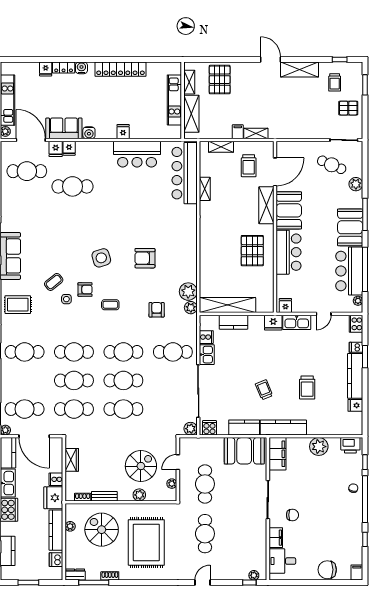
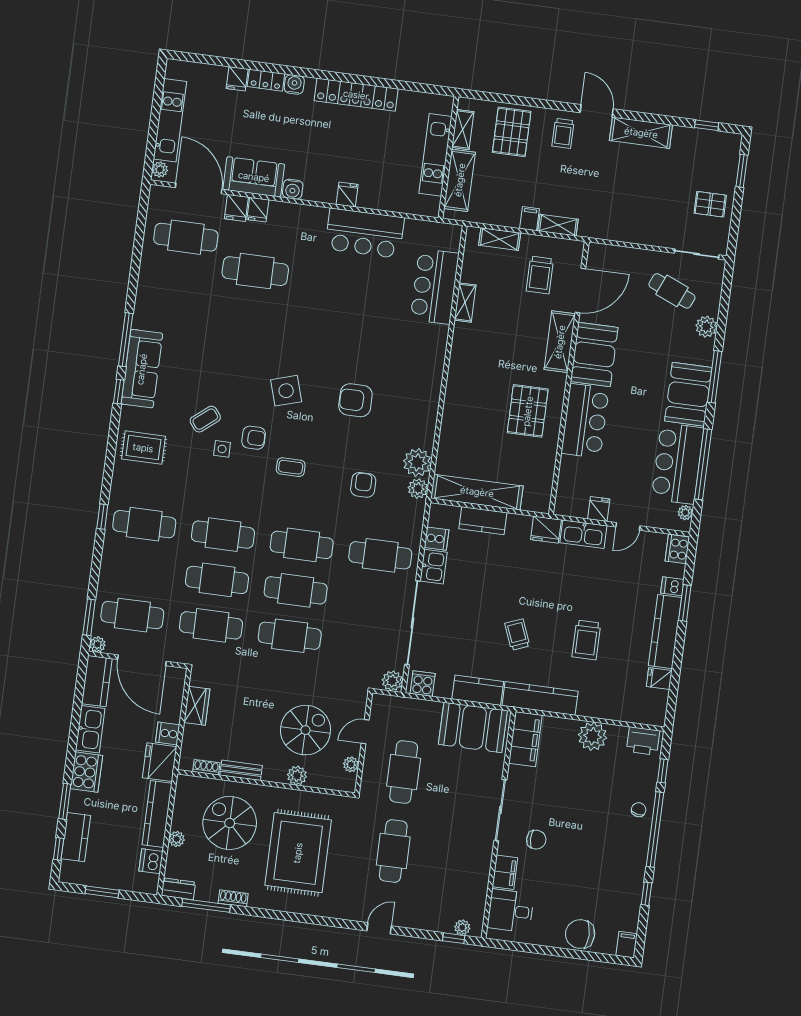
trolley: (335, 82) -> (563, 133), moved
bar counter: (185, 173) -> (435, 286), width x0.73
fridge: (285, 306) -> (599, 509), moved
plant: (70, 526) -> (177, 839), moved

